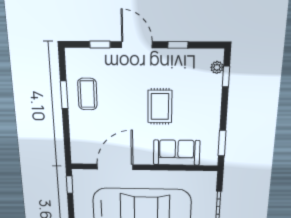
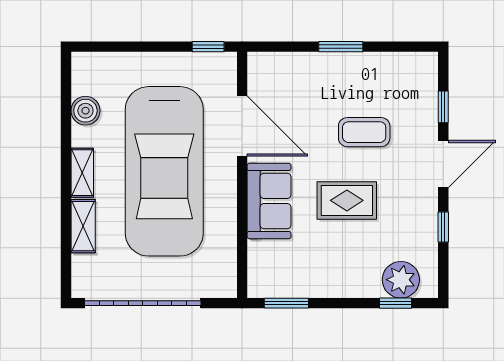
plant: (217, 67) -> (401, 280), width x1.88, depth x1.88
coffee table: (87, 94) -> (364, 132), moved
window: (64, 95) -> (341, 47), moved
sofa: (177, 153) -> (269, 201), moved

